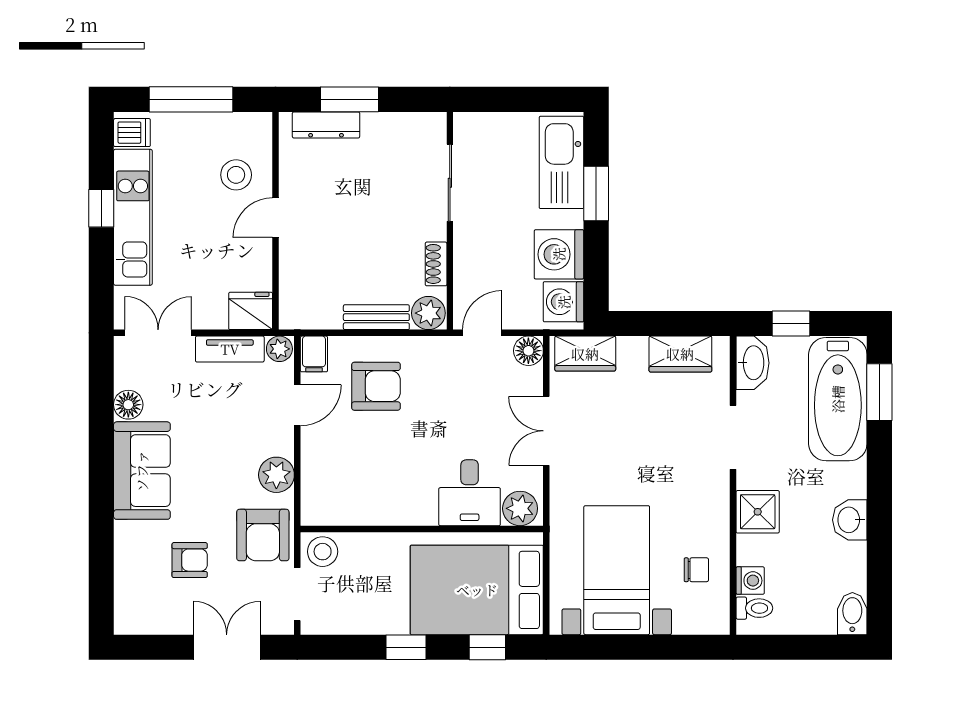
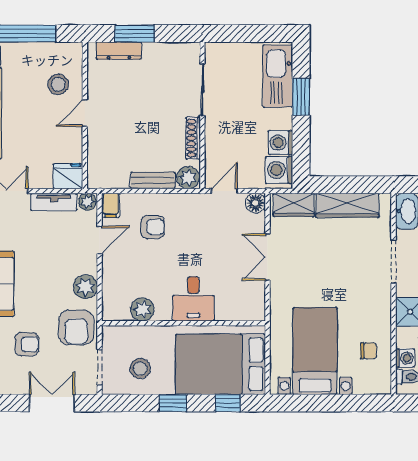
washing machine: (559, 254) -> (281, 143), width x0.73, depth x0.73
shoe rack: (436, 264) -> (193, 138), width x1.43
wardrobe: (680, 354) -> (347, 205), width x1.50
armchair: (376, 386) -> (153, 227), width x0.72, depth x0.72
desk: (470, 493) -> (193, 299), moved
plant: (520, 508) -> (142, 309), moved
stool: (323, 552) -> (140, 369), moved

